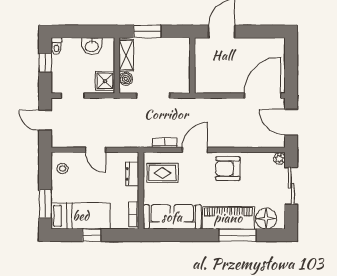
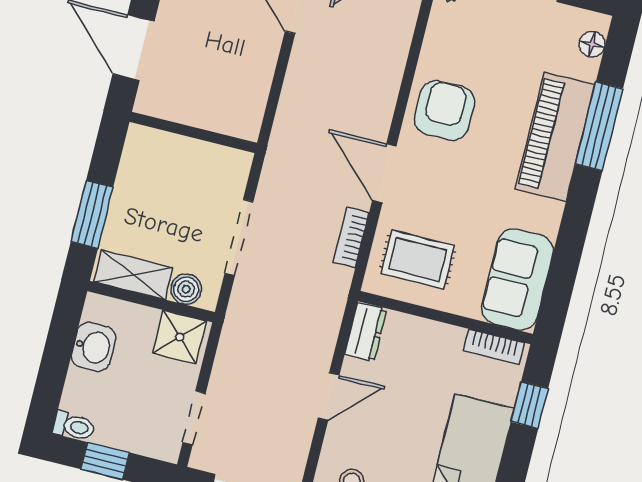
armchair: (228, 169) -> (444, 110), turned 180
rug: (162, 173) -> (418, 259), turned 90
dresser: (132, 174) -> (366, 332), moved, turned -90
sofa: (172, 217) -> (517, 279), width x0.73
floor lamp: (266, 219) -> (592, 44), width x0.53, depth x0.53
window: (92, 235) -> (530, 405), moved

